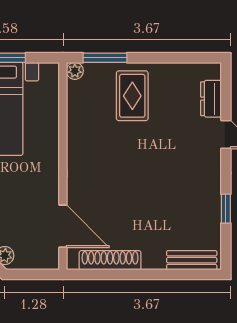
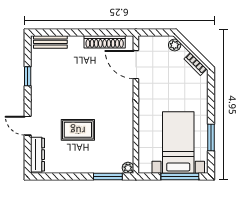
rug: (132, 96) -> (78, 130), moved, turned 90
dresser: (211, 99) -> (38, 155), width x1.44

